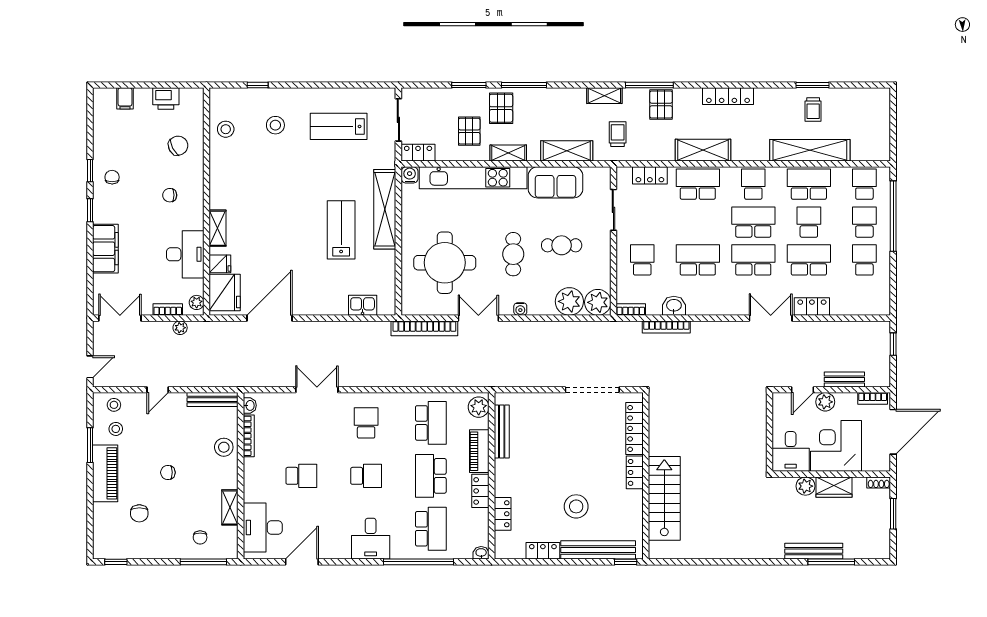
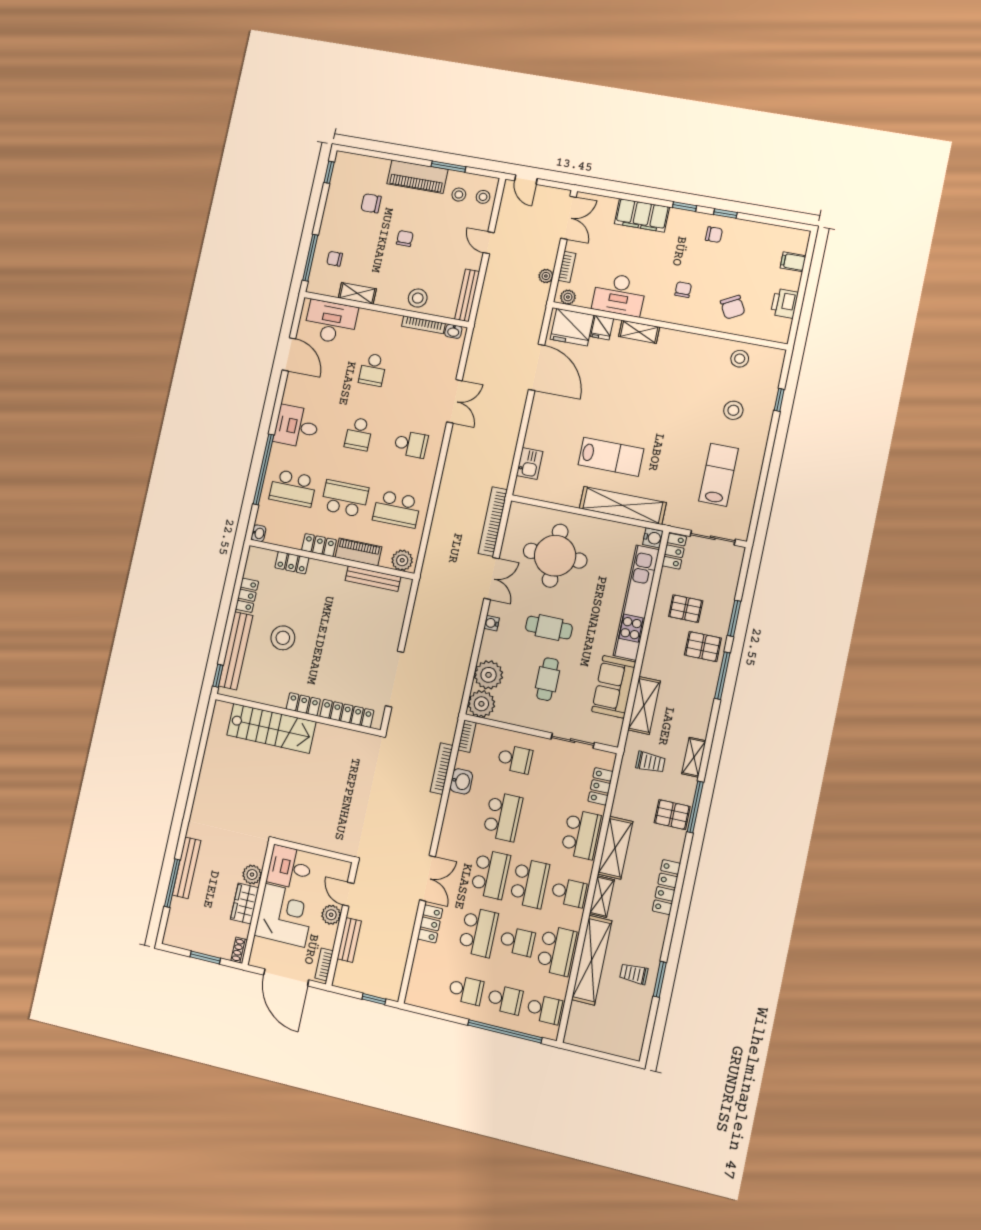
shelving: (508, 153) -> (602, 897), moved

